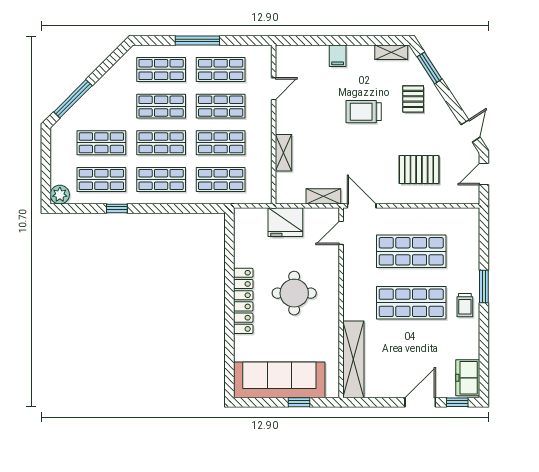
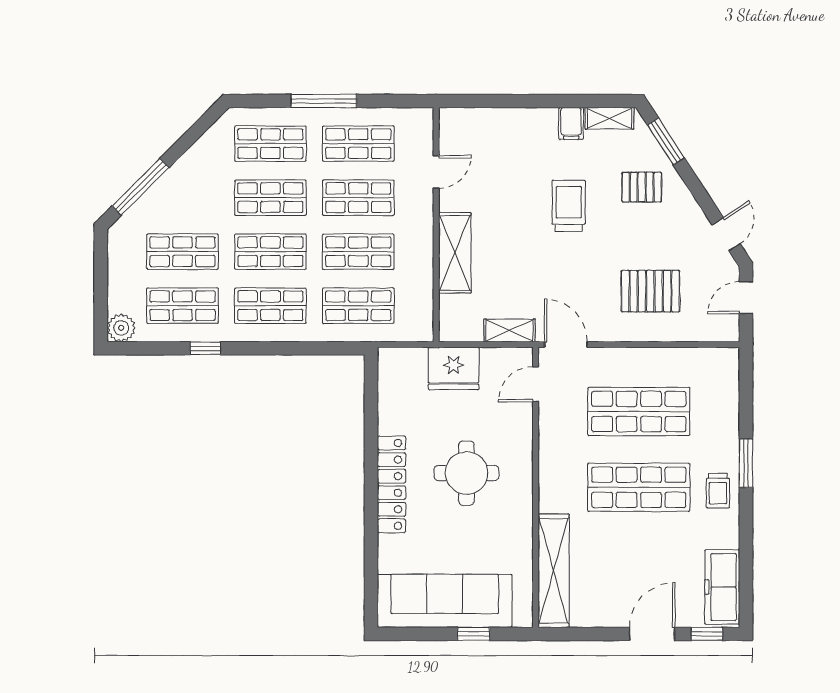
filing cabinet: (338, 56) -> (571, 123), moved
pallet: (413, 99) -> (642, 187), turned 90
trolley: (364, 112) -> (569, 206), turned 90
shelving: (284, 153) -> (455, 253), width x1.50, depth x1.33
freezer: (468, 378) -> (722, 587), width x1.40

